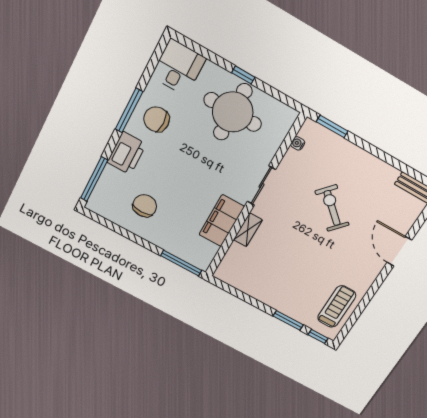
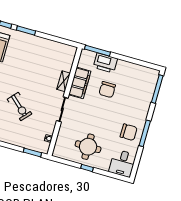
round table: (233, 112) -> (88, 147), width x0.73, depth x0.73
printer: (127, 153) -> (105, 63), moved, turned -90
chair: (145, 206) -> (107, 90), moved

